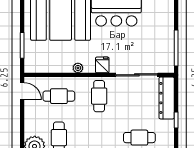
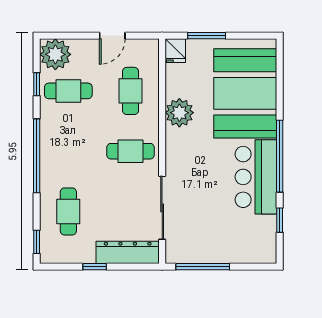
fridge: (102, 65) -> (175, 51), moved, turned 90
plant: (78, 68) -> (179, 113), width x1.87, depth x1.87
door: (22, 91) -> (112, 36), moved

